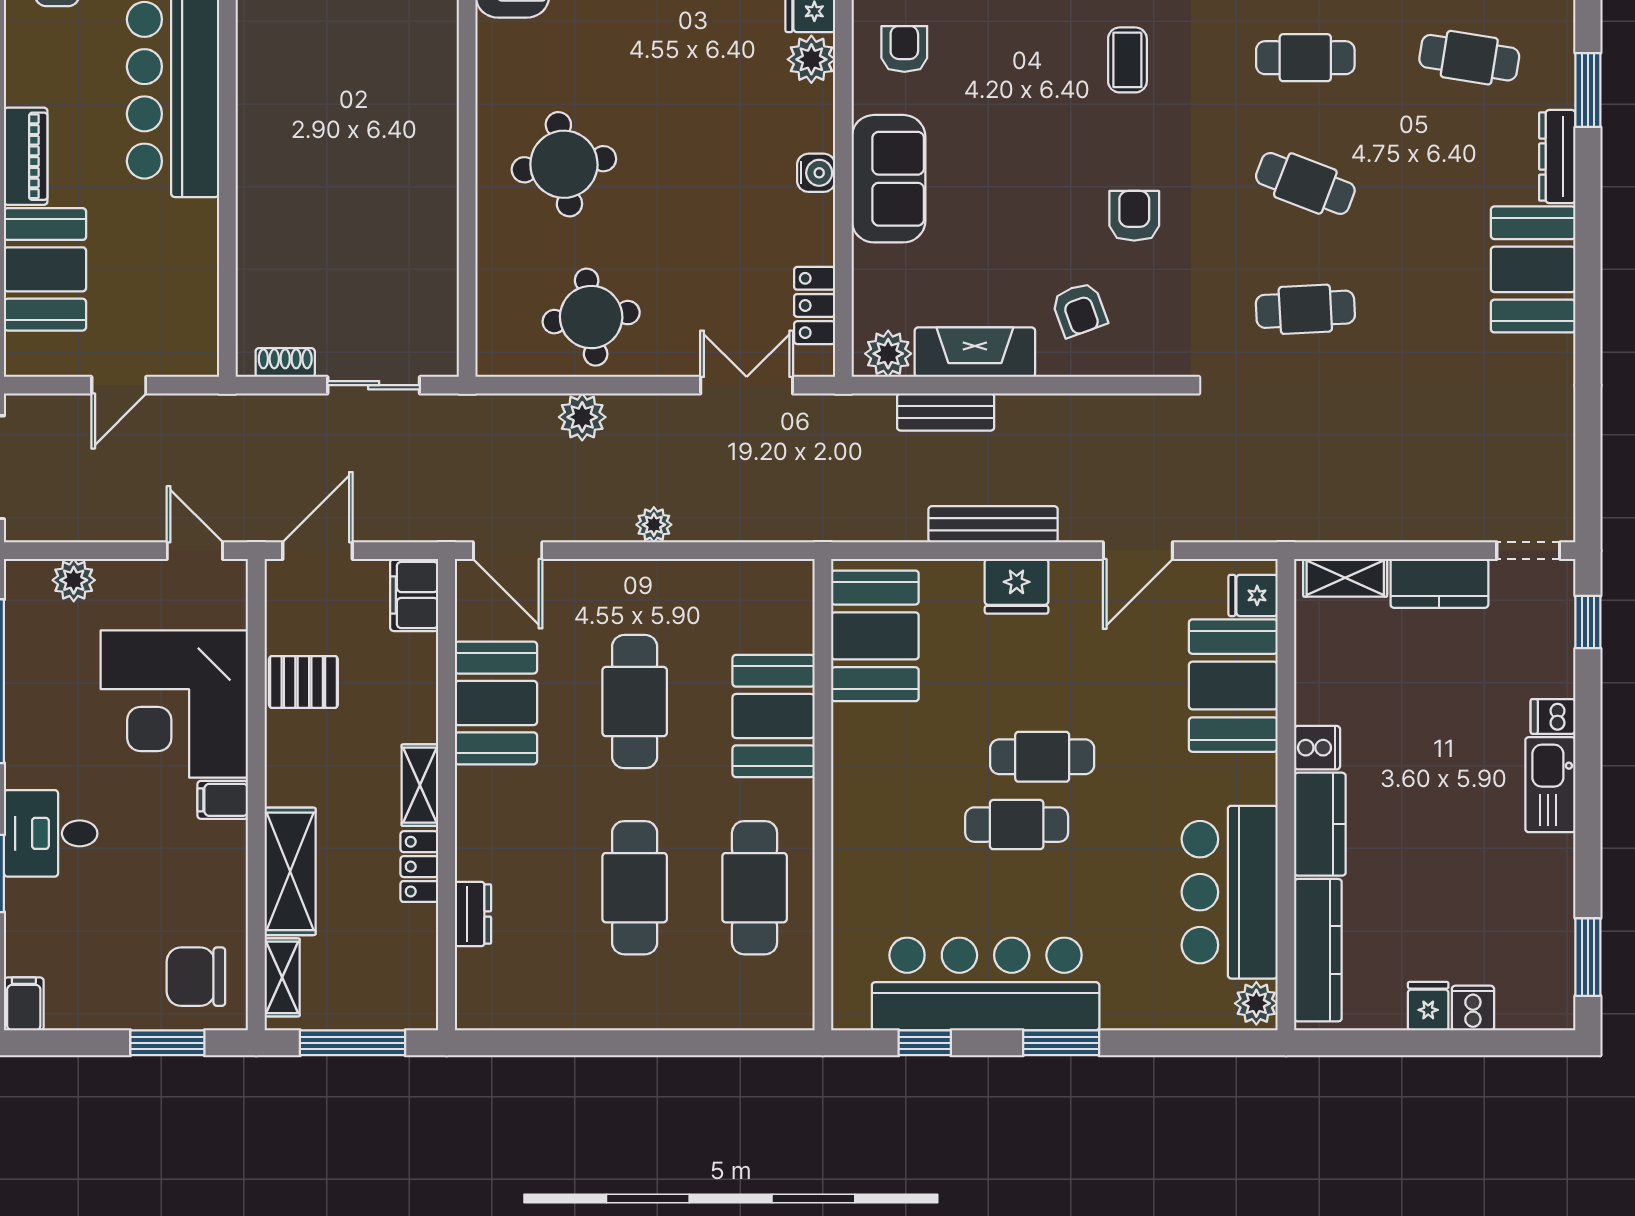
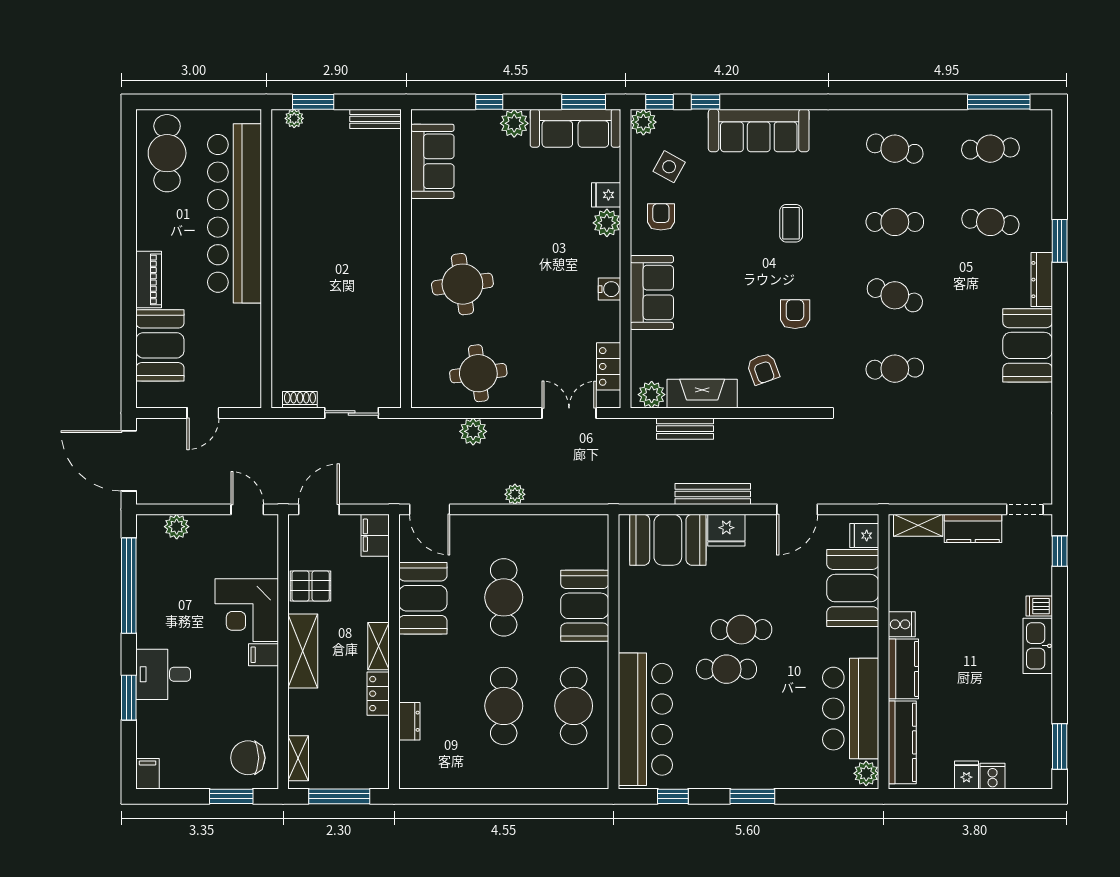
booth: (875, 636) -> (668, 540), moved, turned 90
corner desk: (174, 704) -> (247, 610), width x0.74, depth x0.74
shelving: (290, 871) -> (303, 651), moved
bar counter: (986, 984) -> (645, 719), moved, turned 90

